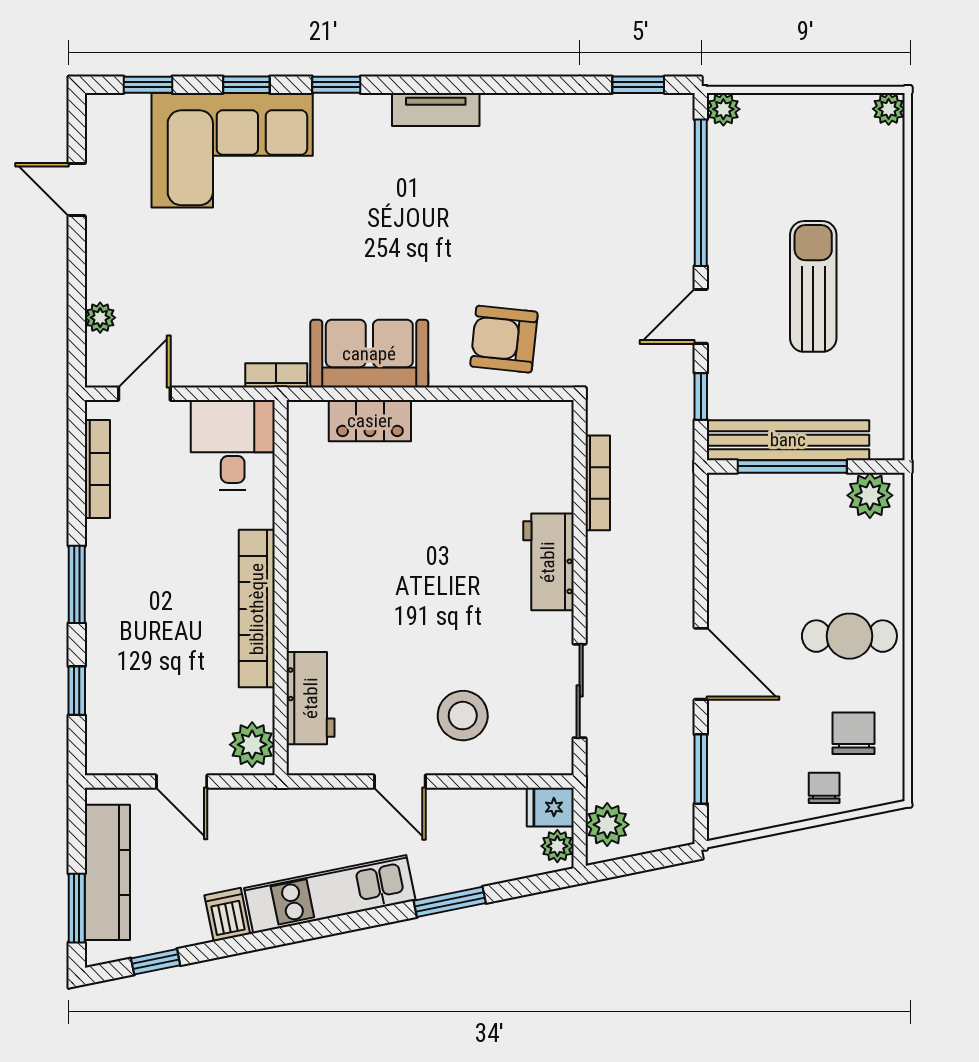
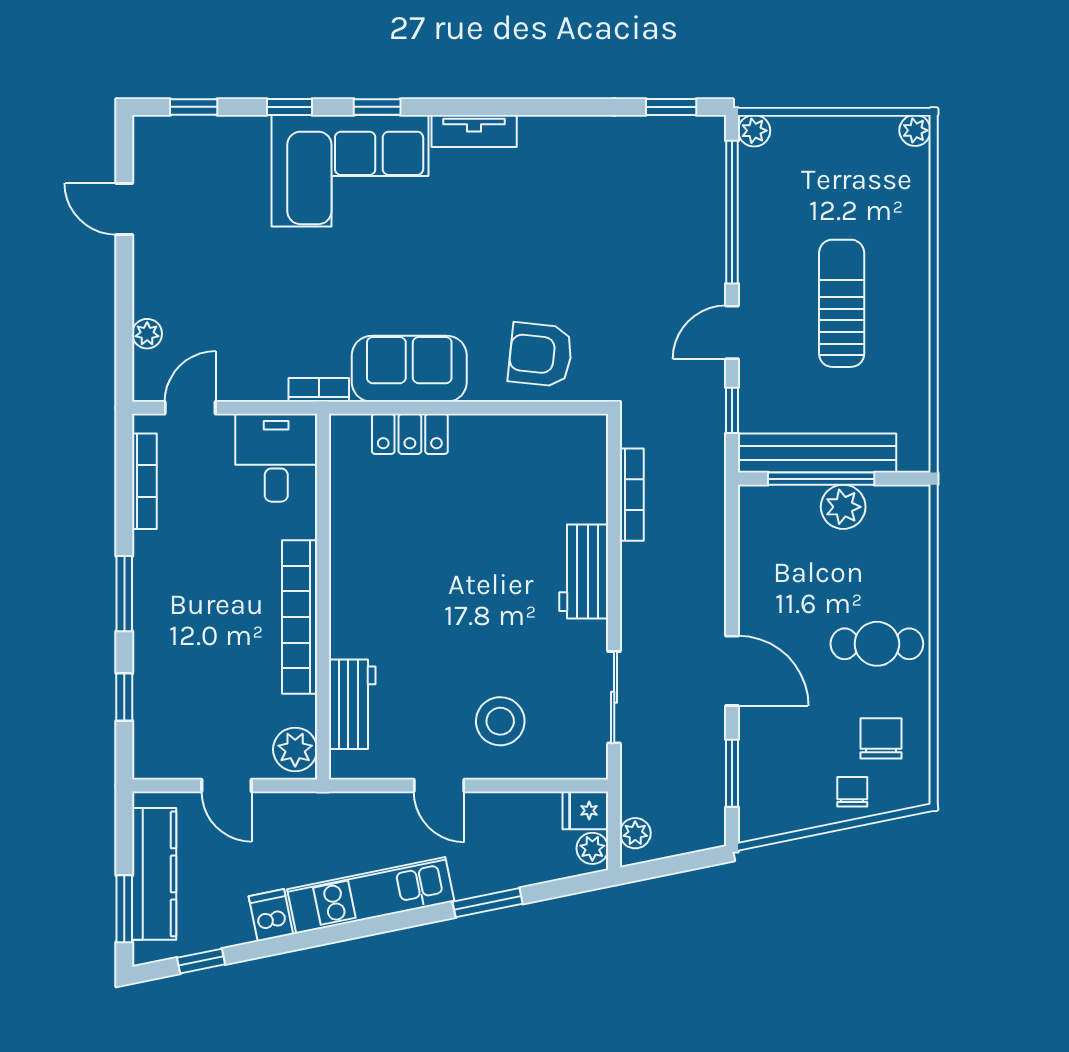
corner sofa: (232, 150) -> (350, 171), moved
plant: (870, 495) -> (843, 507), moved
plant: (607, 825) -> (635, 833), width x0.73, depth x0.73

